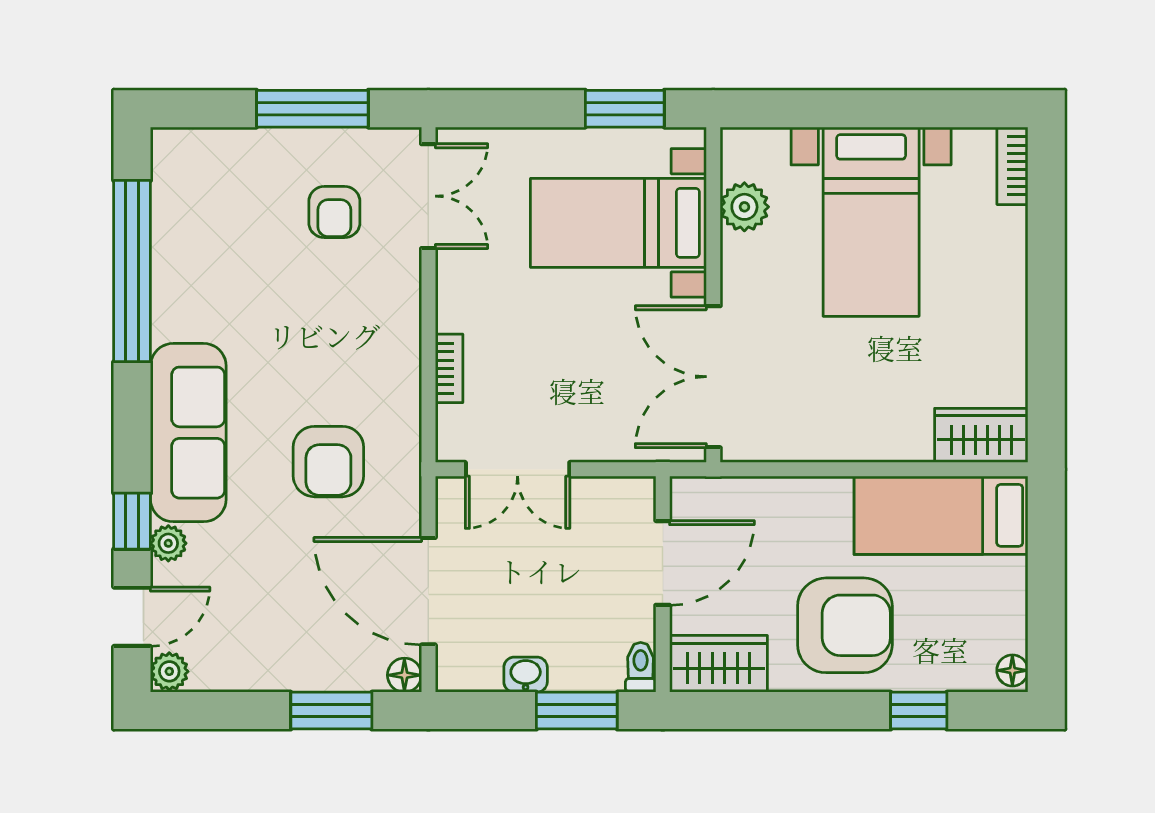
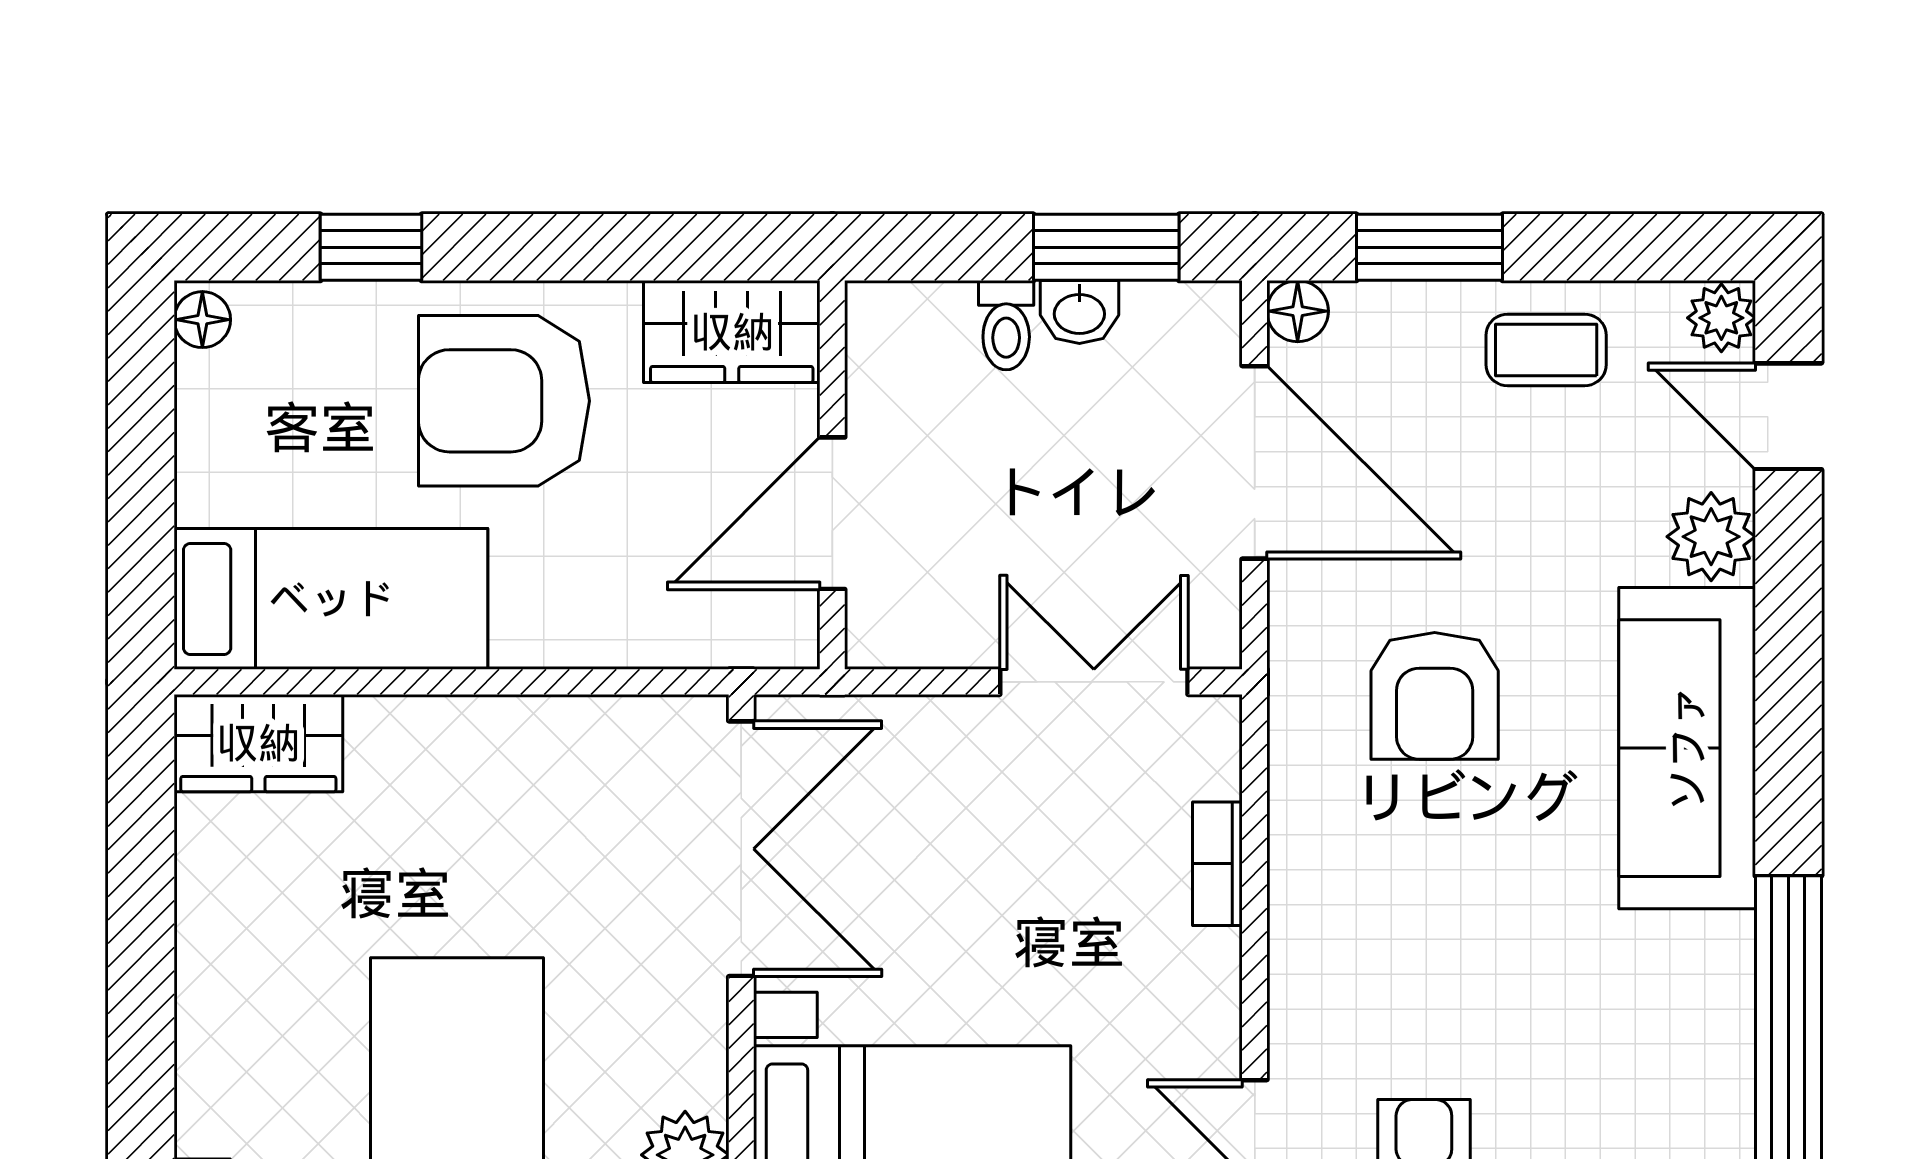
armchair: (328, 462) -> (1435, 696), turned 180
window: (132, 521) -> (1788, 589), removed
plant: (168, 543) -> (1711, 537), width x1.38, depth x1.38
door: (132, 617) -> (1788, 416), hinge flipped
coffee table: (267, 654) -> (1546, 350), added
toilet: (641, 667) -> (1006, 325), moved
window: (577, 711) -> (1106, 247), moved

